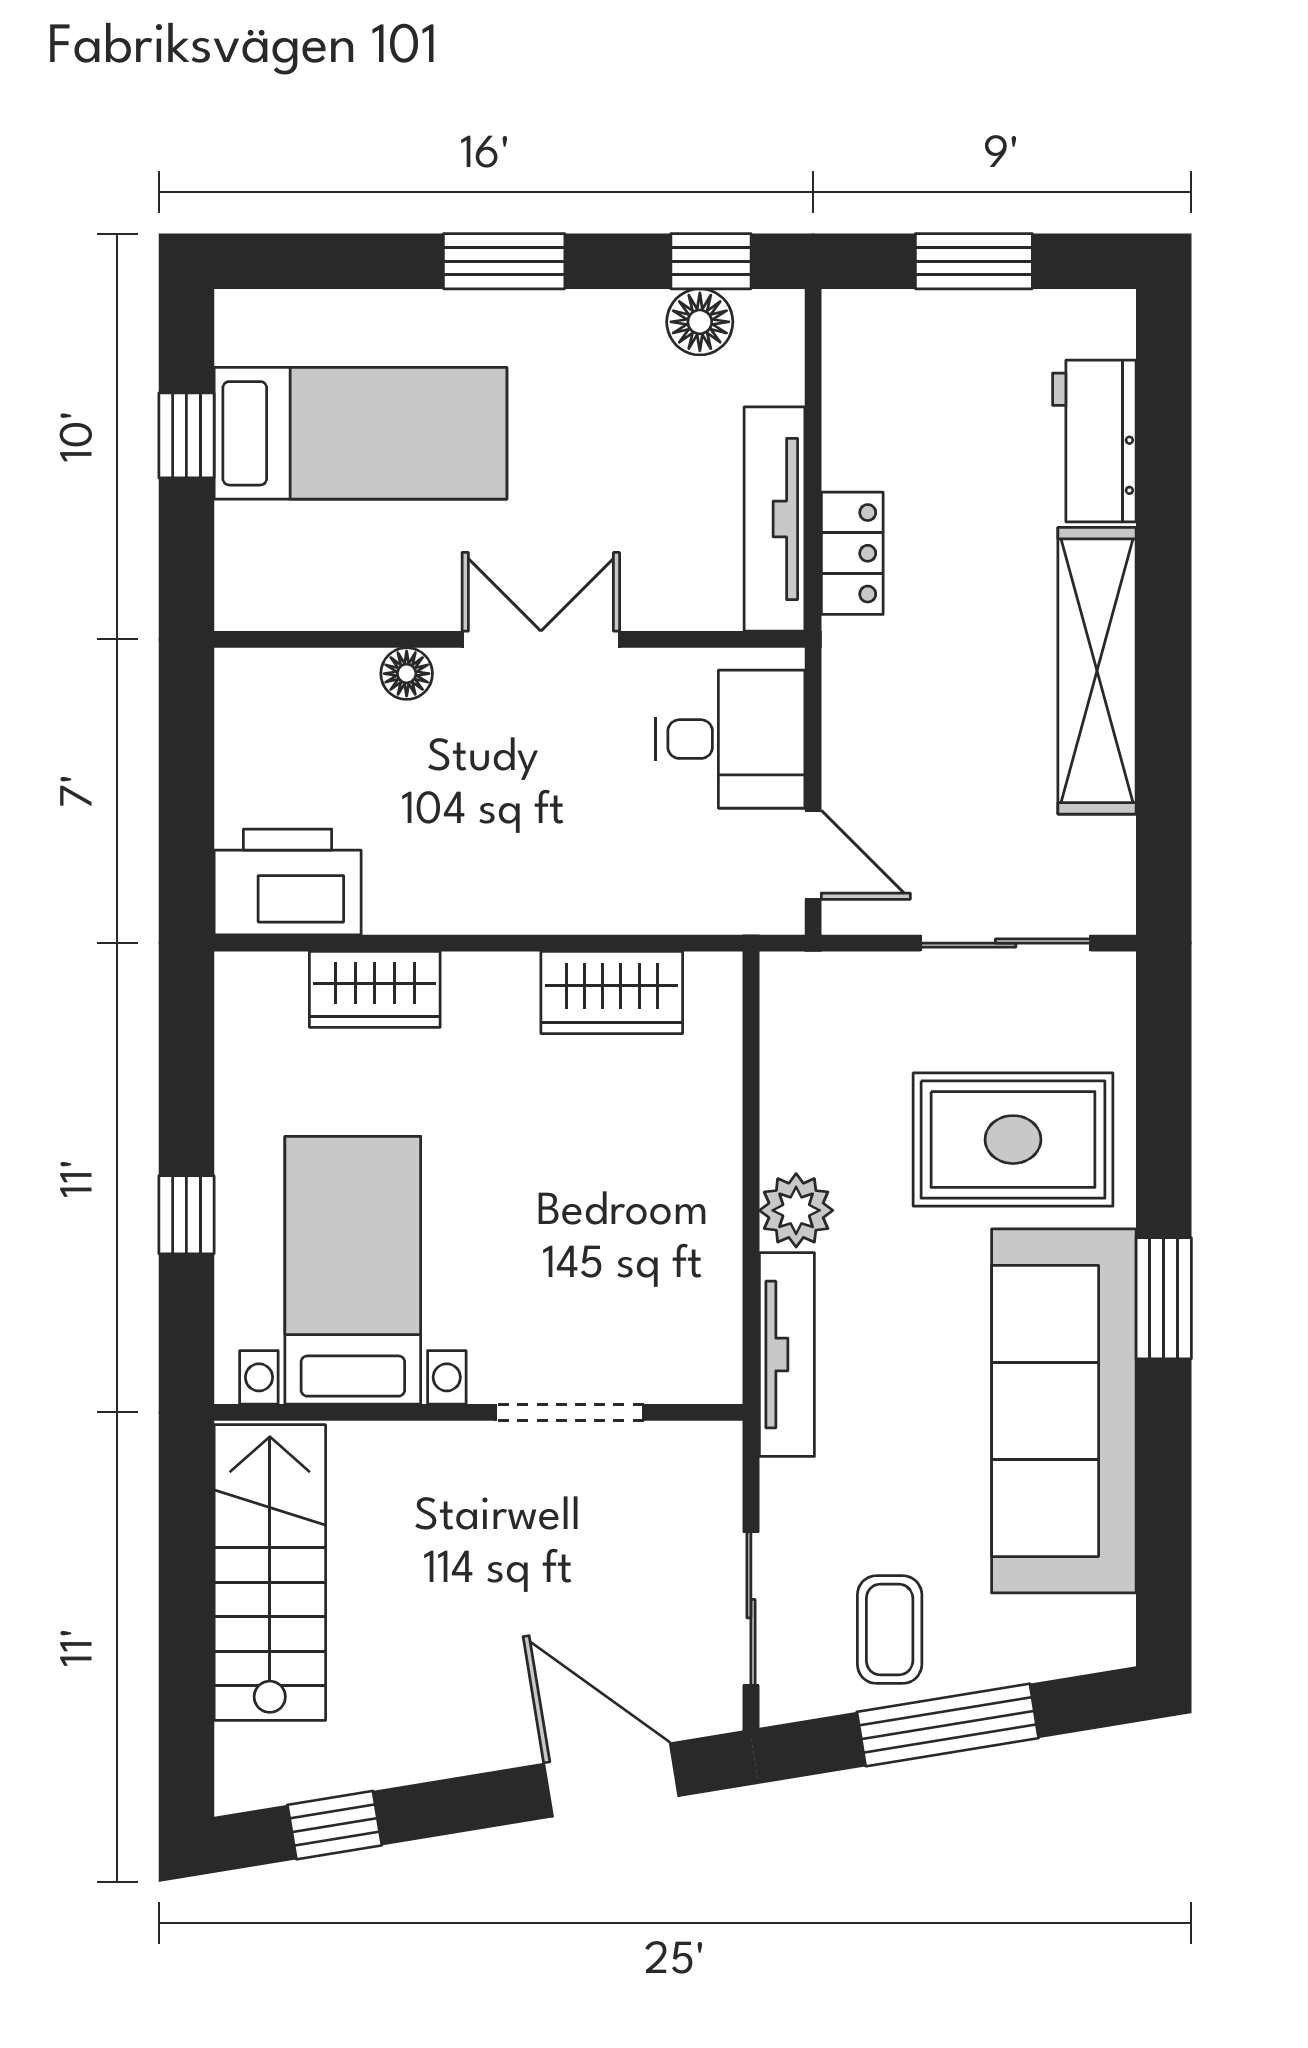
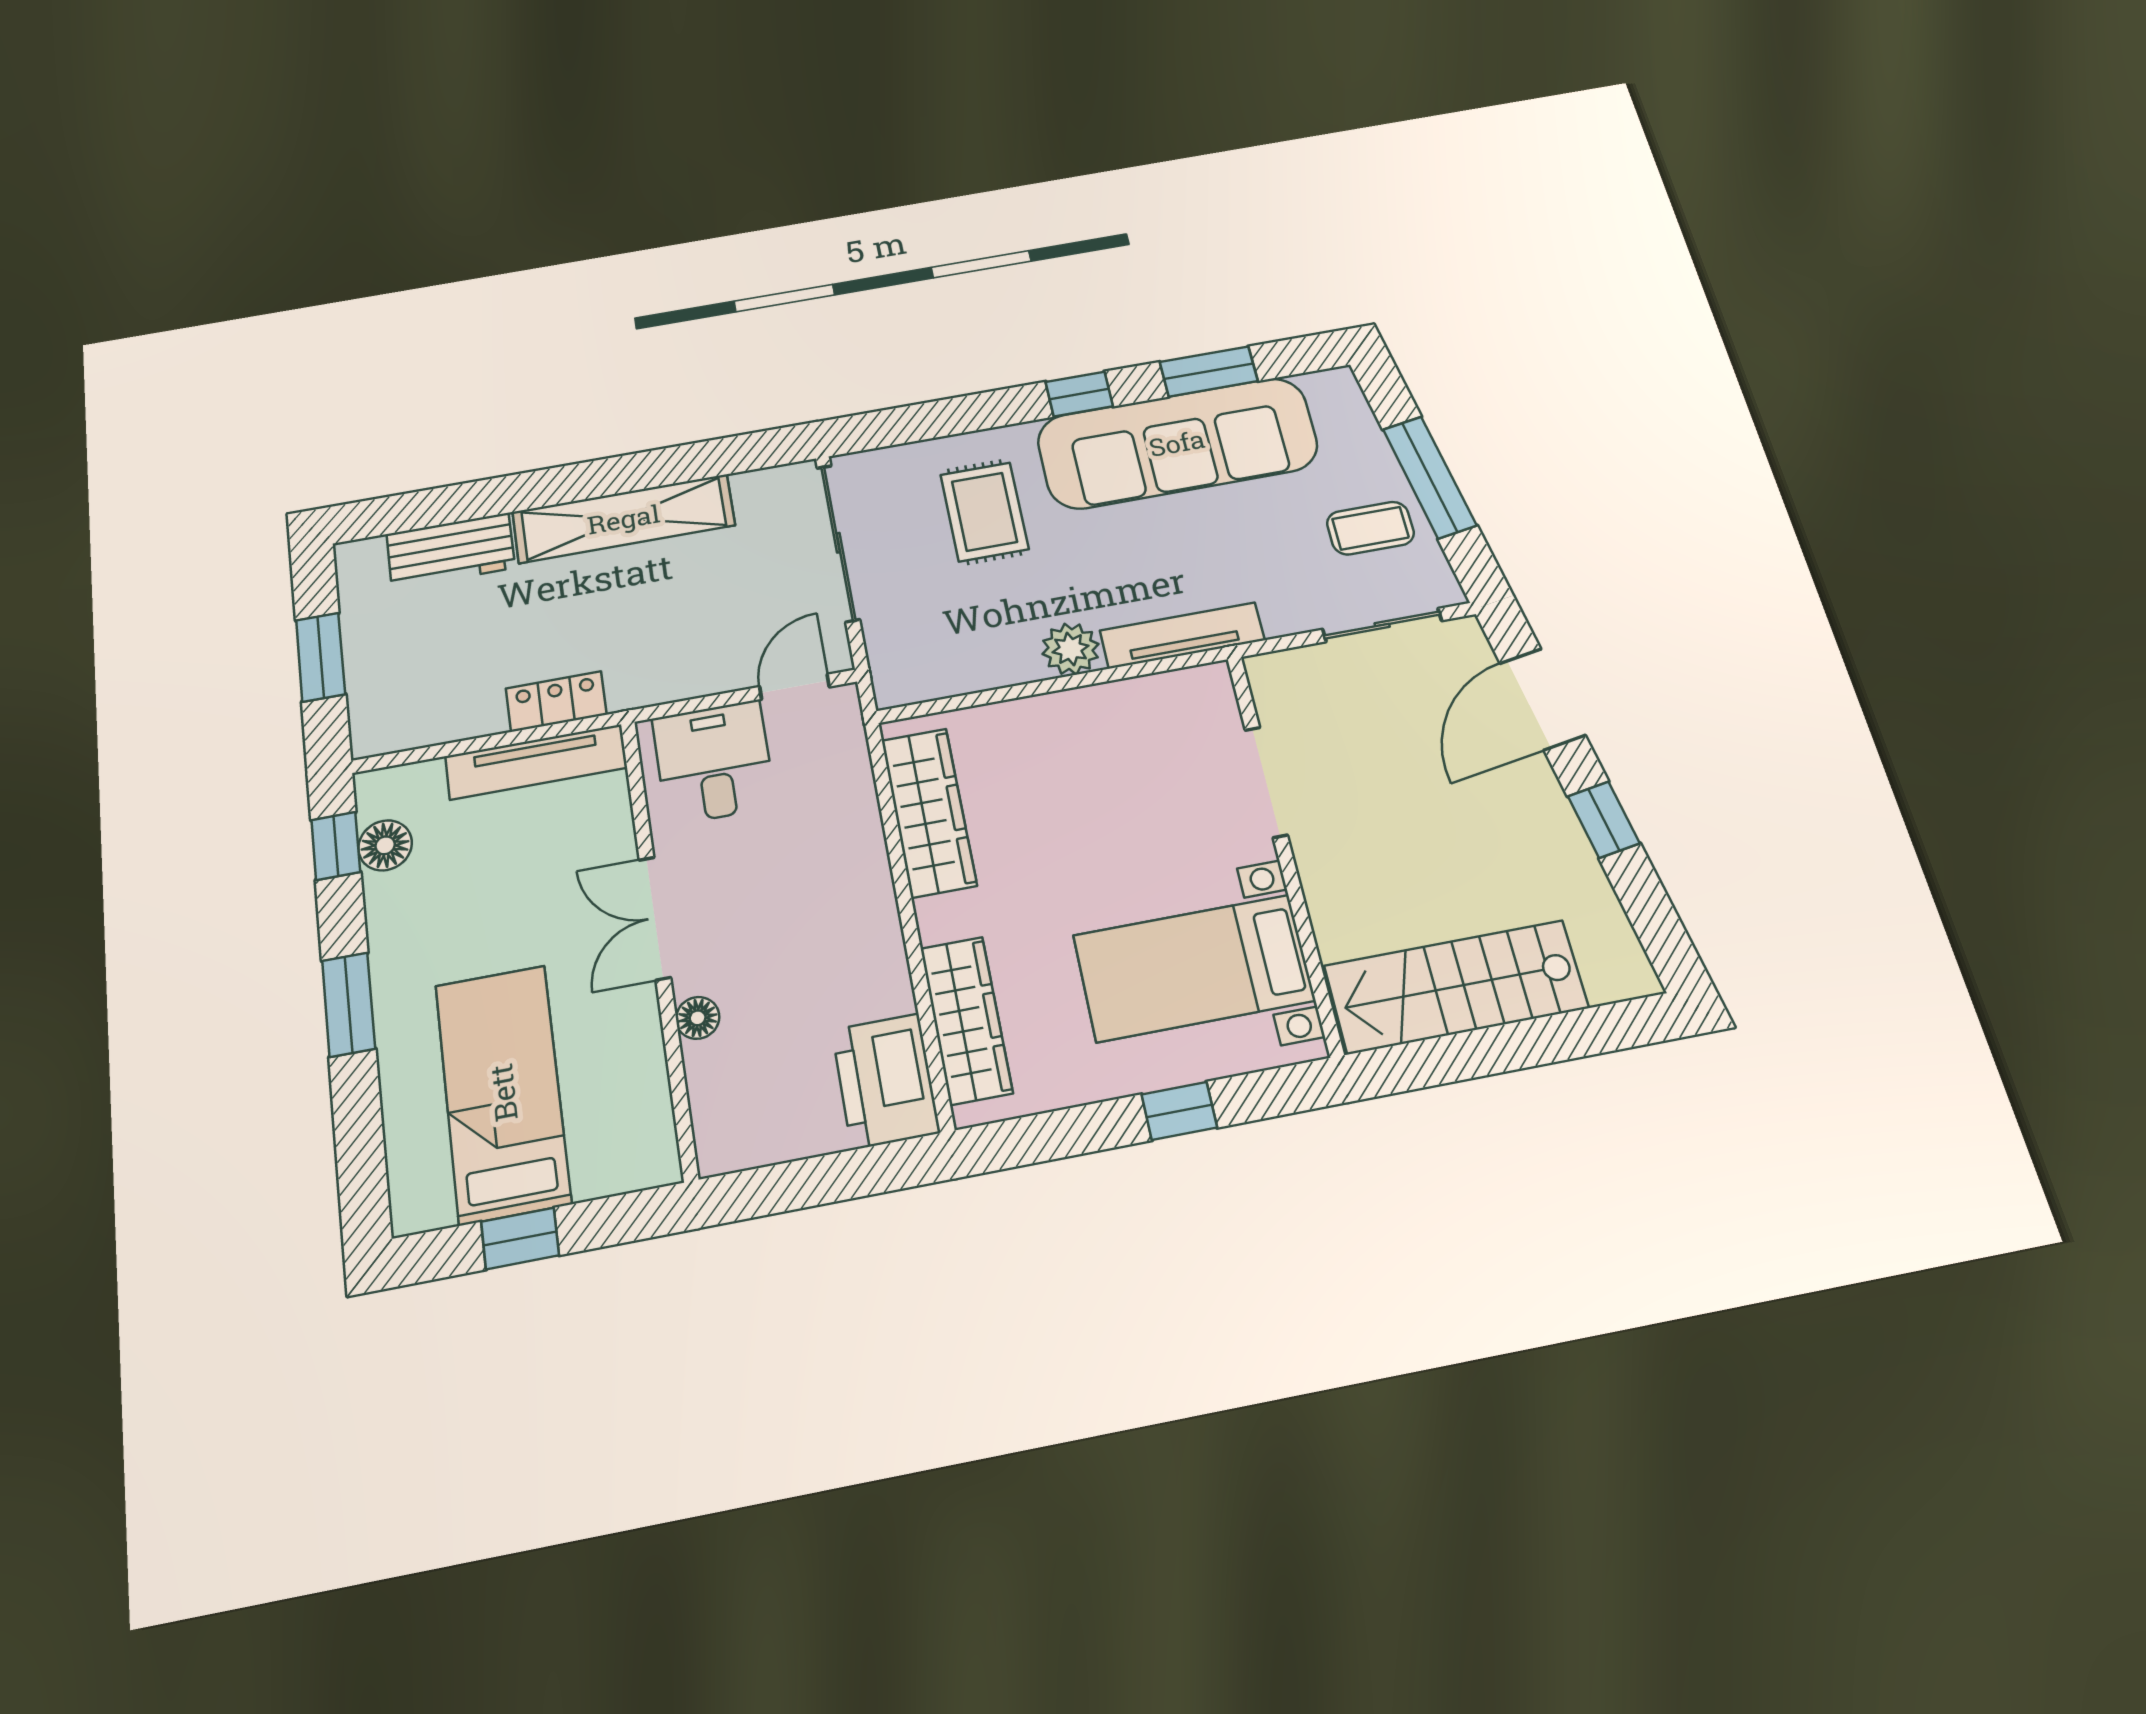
sliding door: (1006, 943) -> (838, 543), width x1.37
wardrobe: (375, 989) -> (966, 1020), width x1.50
wardrobe: (612, 992) -> (929, 812), width x1.50
rug: (1013, 1140) -> (984, 512), width x0.73, depth x0.70
window: (1164, 1298) -> (1079, 394), width x0.67
window: (1164, 1477) -> (1209, 371), added
window: (335, 1825) -> (1604, 820), moved

